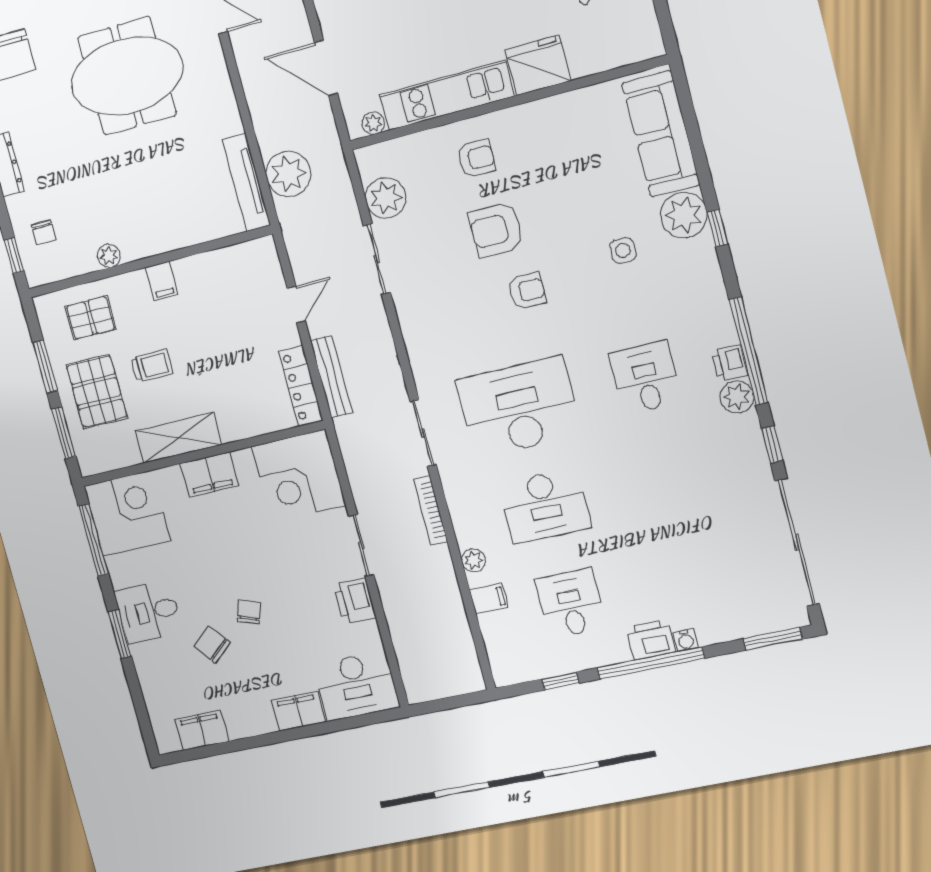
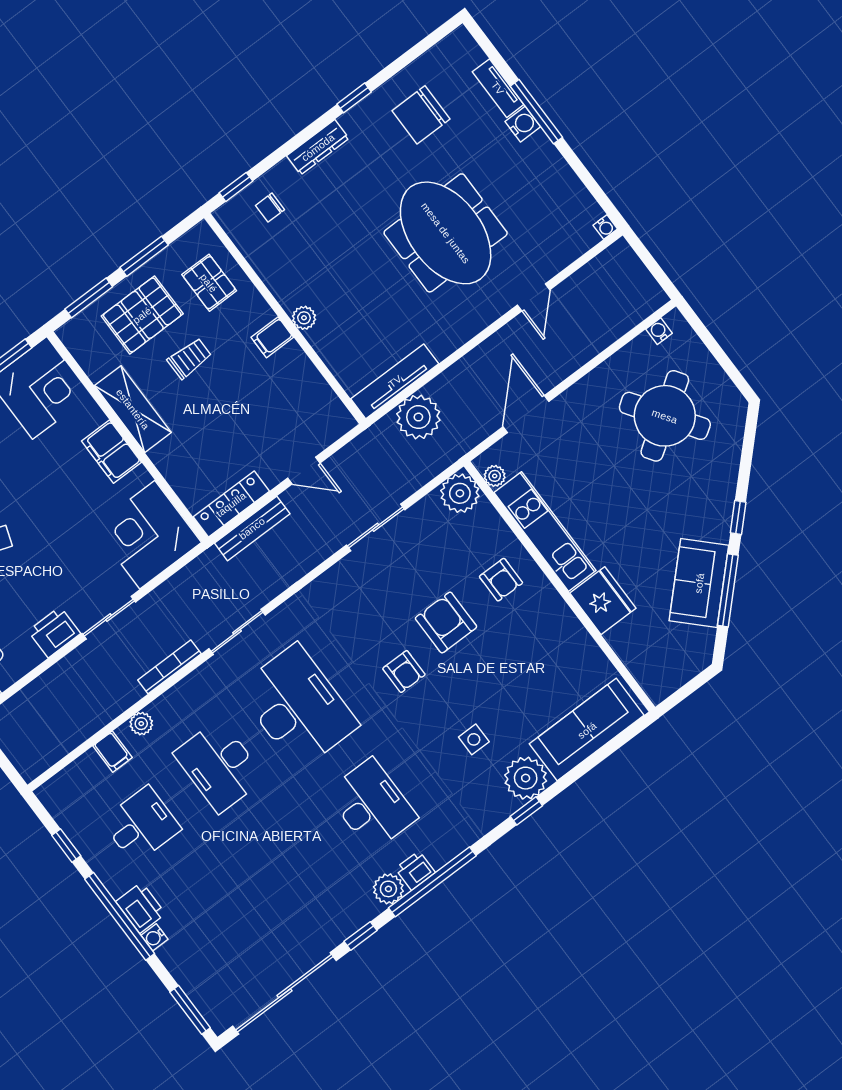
plant: (386, 198) -> (460, 493), moved
plant: (109, 256) -> (304, 318), moved
trolley: (152, 366) -> (189, 358), turned -90
desk: (646, 378) -> (372, 805), width x1.37

